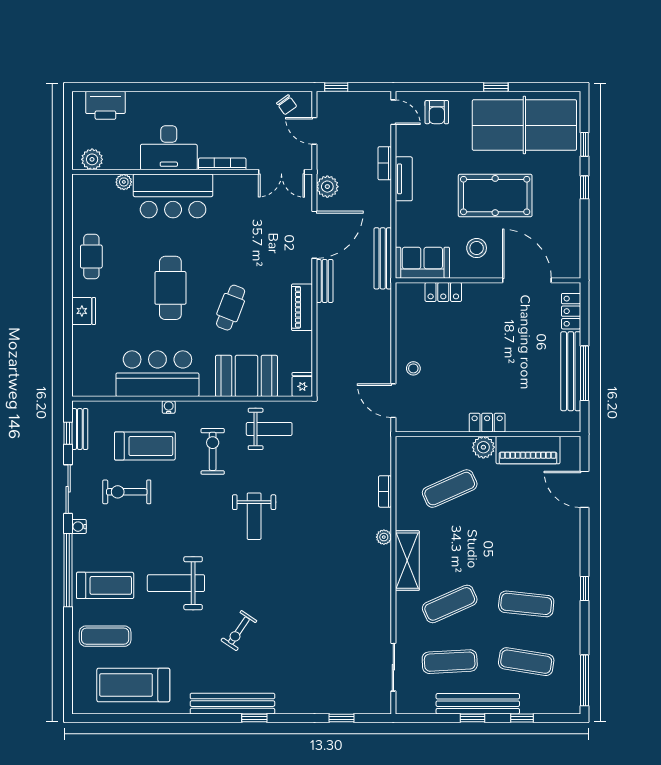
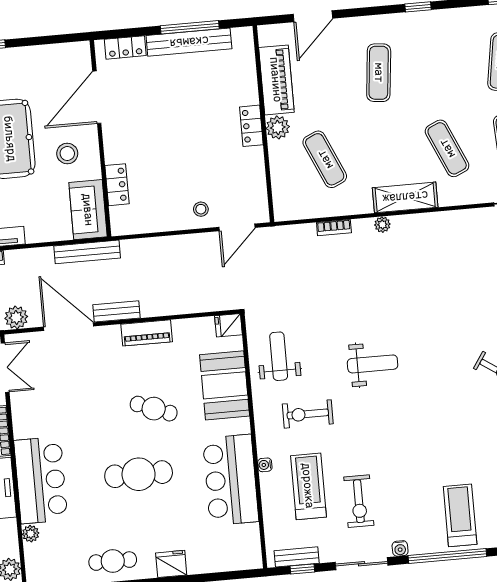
weight bench: (176, 583) -> (451, 440), removed
exercise mat: (526, 604) -> (379, 73), moved

